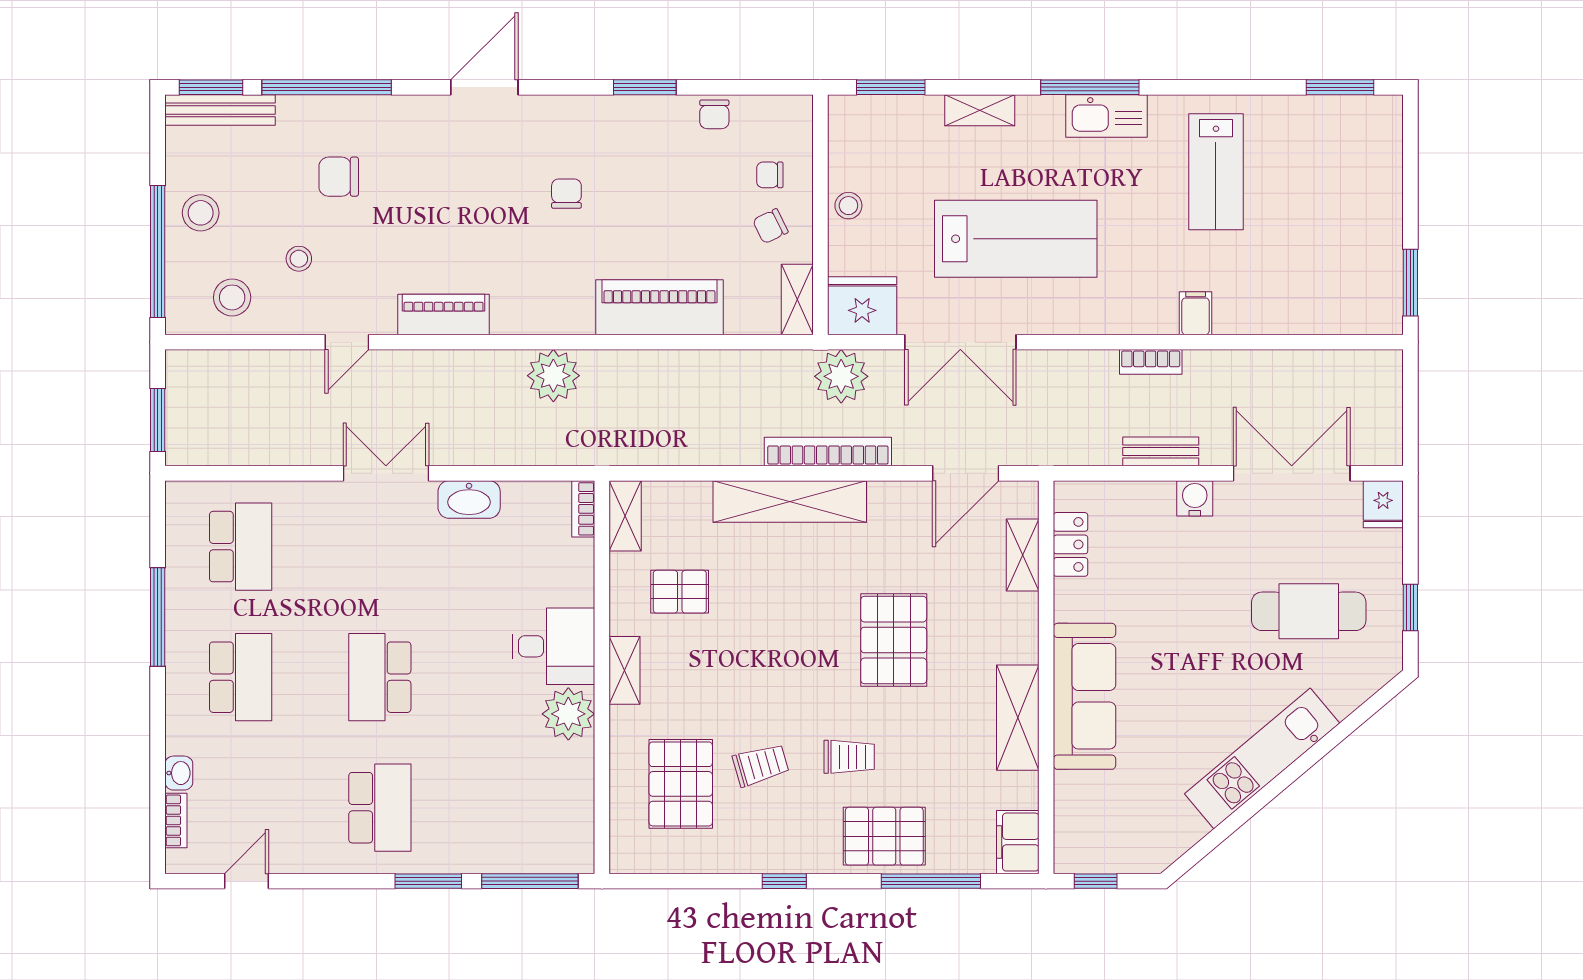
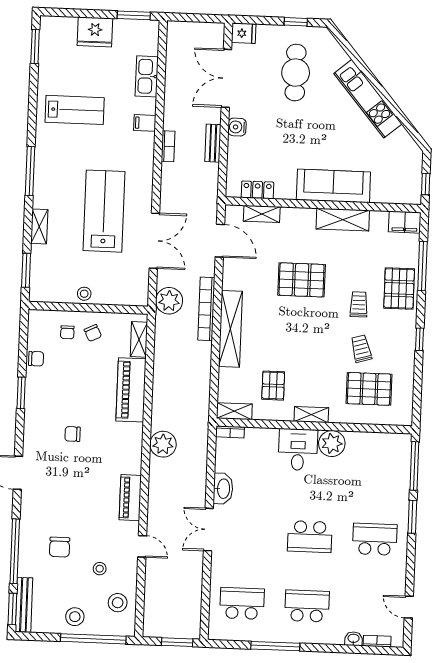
kitchen sink: (1107, 116) -> (147, 76), moved, turned 180
shelving: (797, 299) -> (139, 339), moved, turned 90
fridge: (862, 306) -> (95, 32), moved, turned -90

